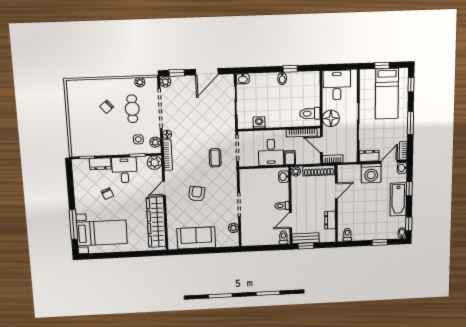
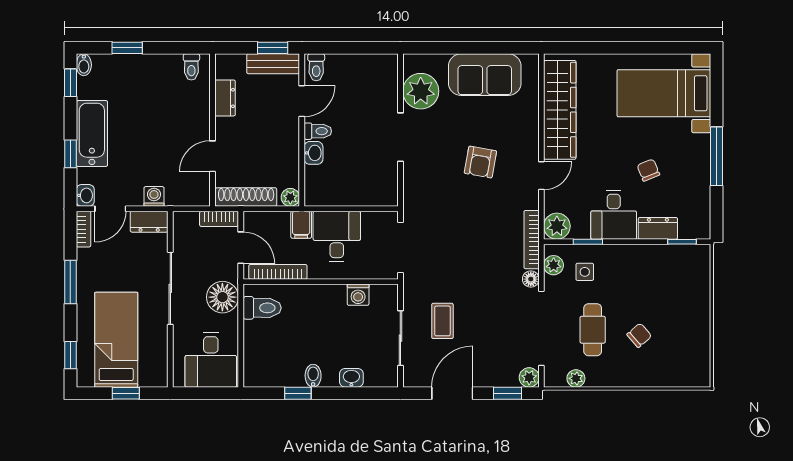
washbasin: (243, 79) -> (351, 378), moved
coffee table: (215, 158) -> (442, 321), moved
washing machine: (371, 173) -> (154, 196), width x0.53, depth x0.53
washbasin: (284, 177) -> (313, 153), moved
window: (73, 225) -> (716, 156), moved
plant: (233, 228) -> (421, 91), width x1.88, depth x1.88

